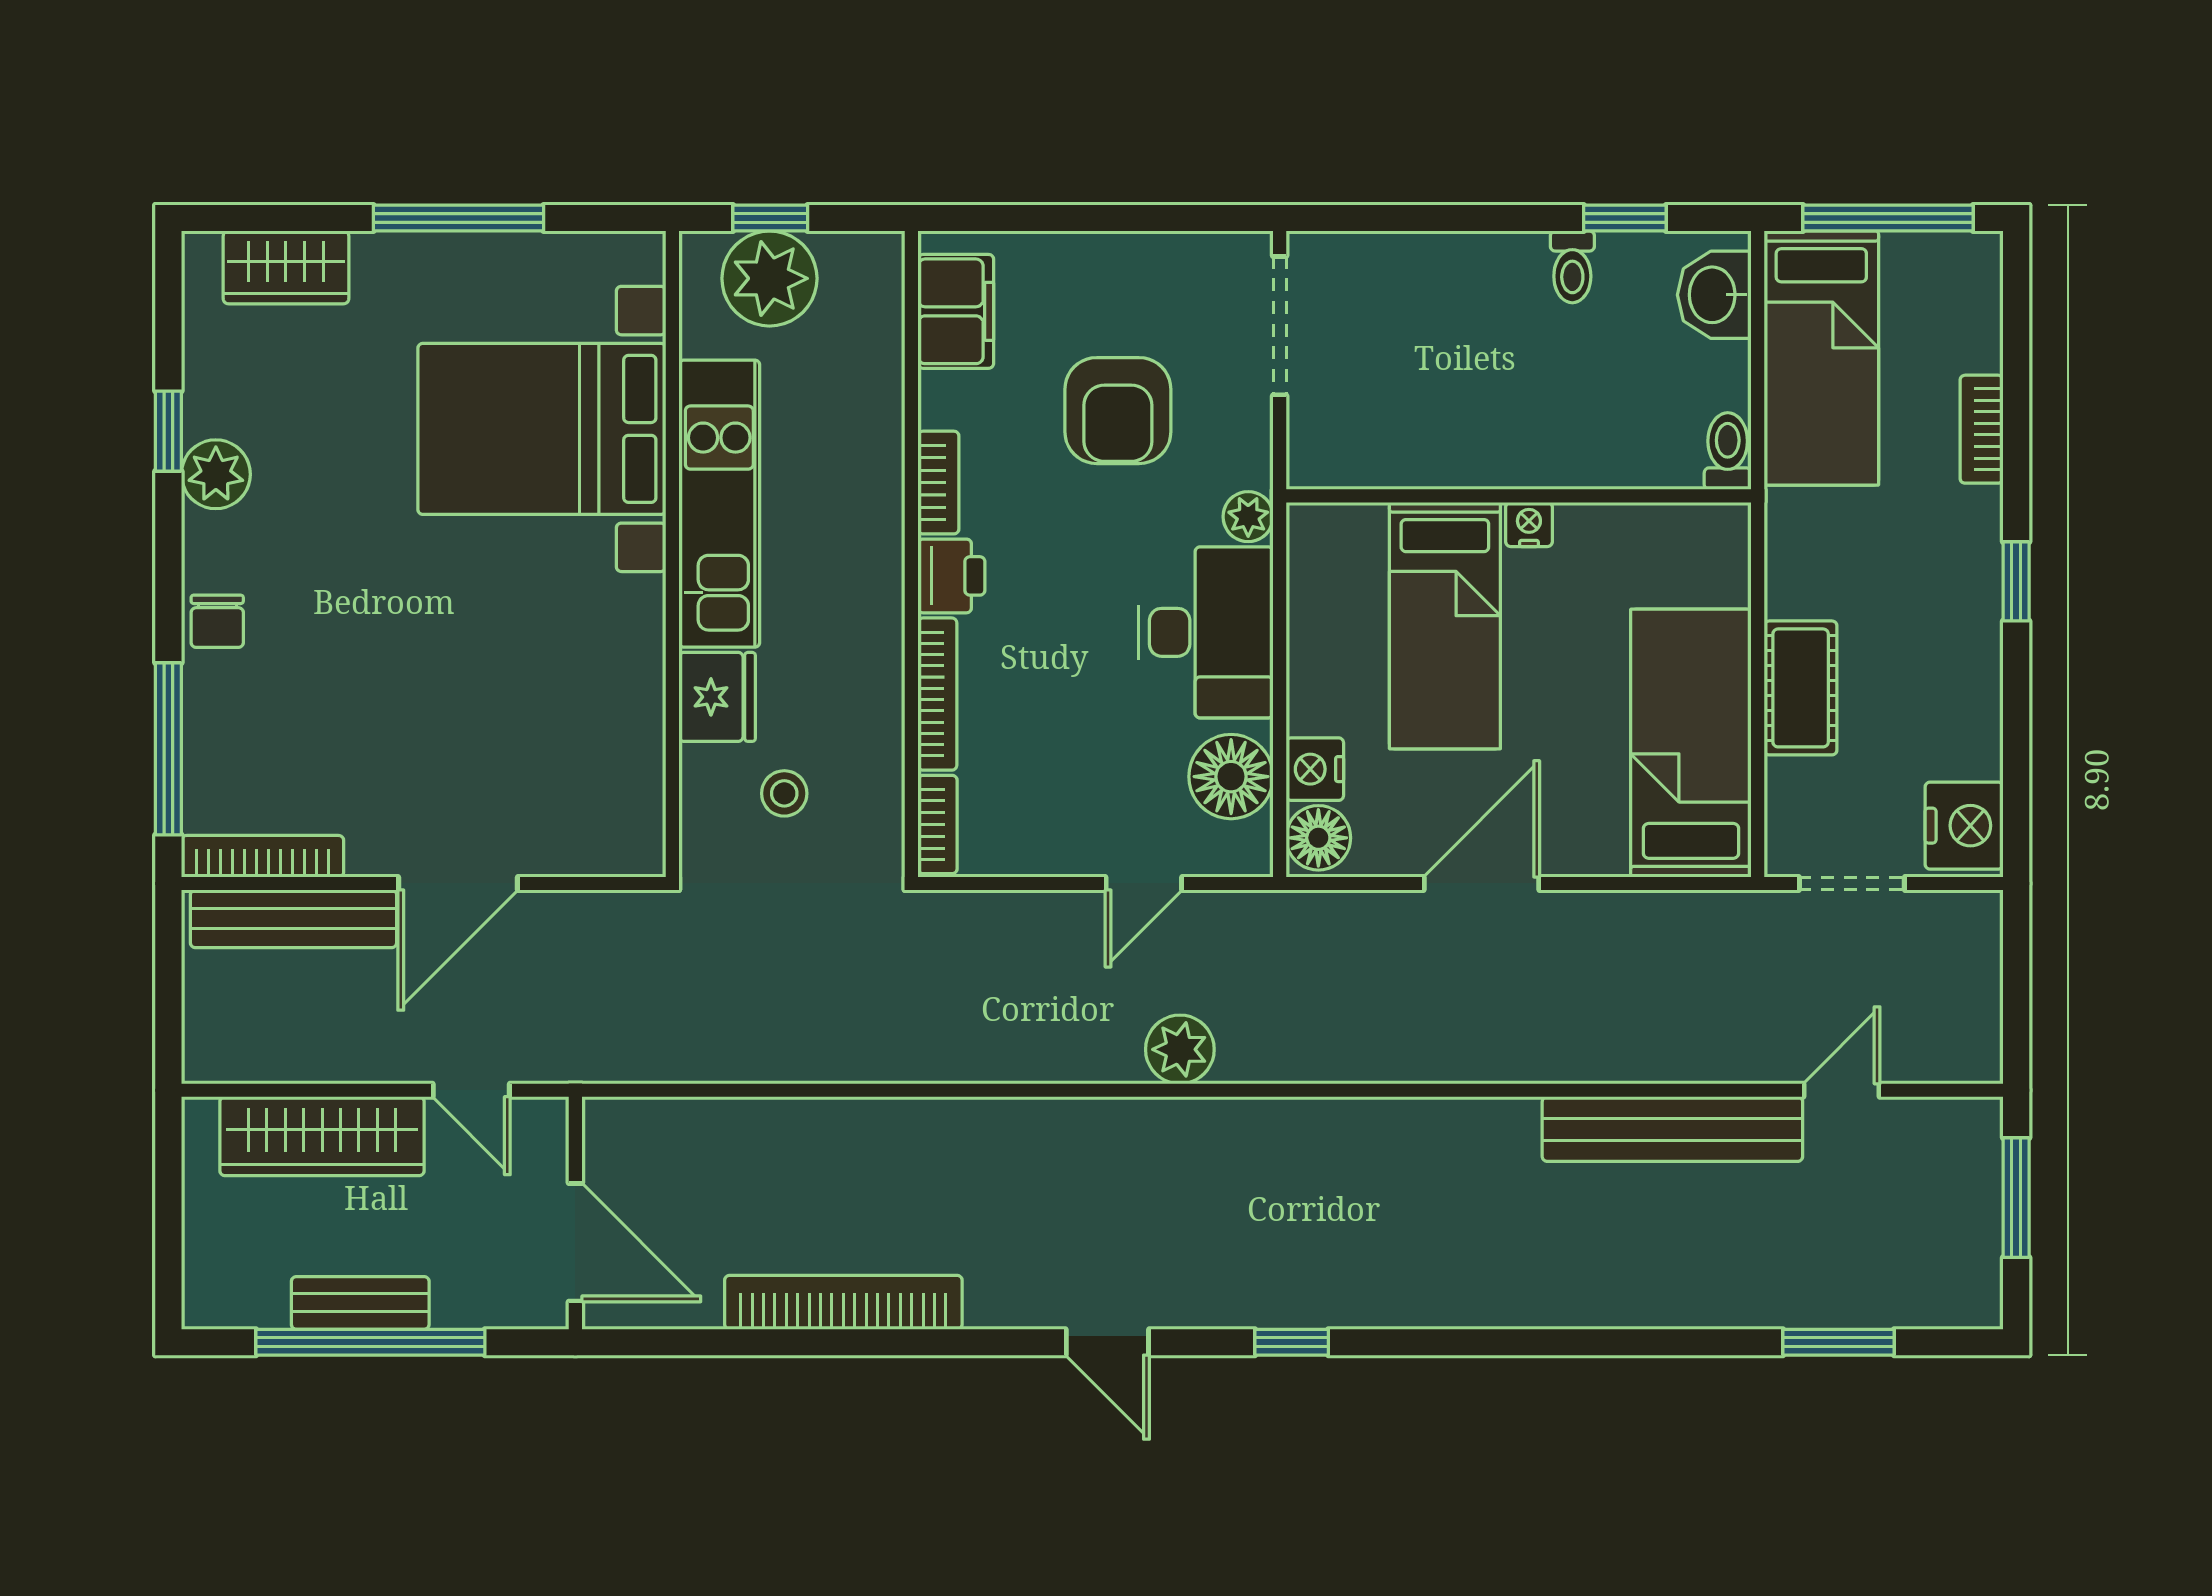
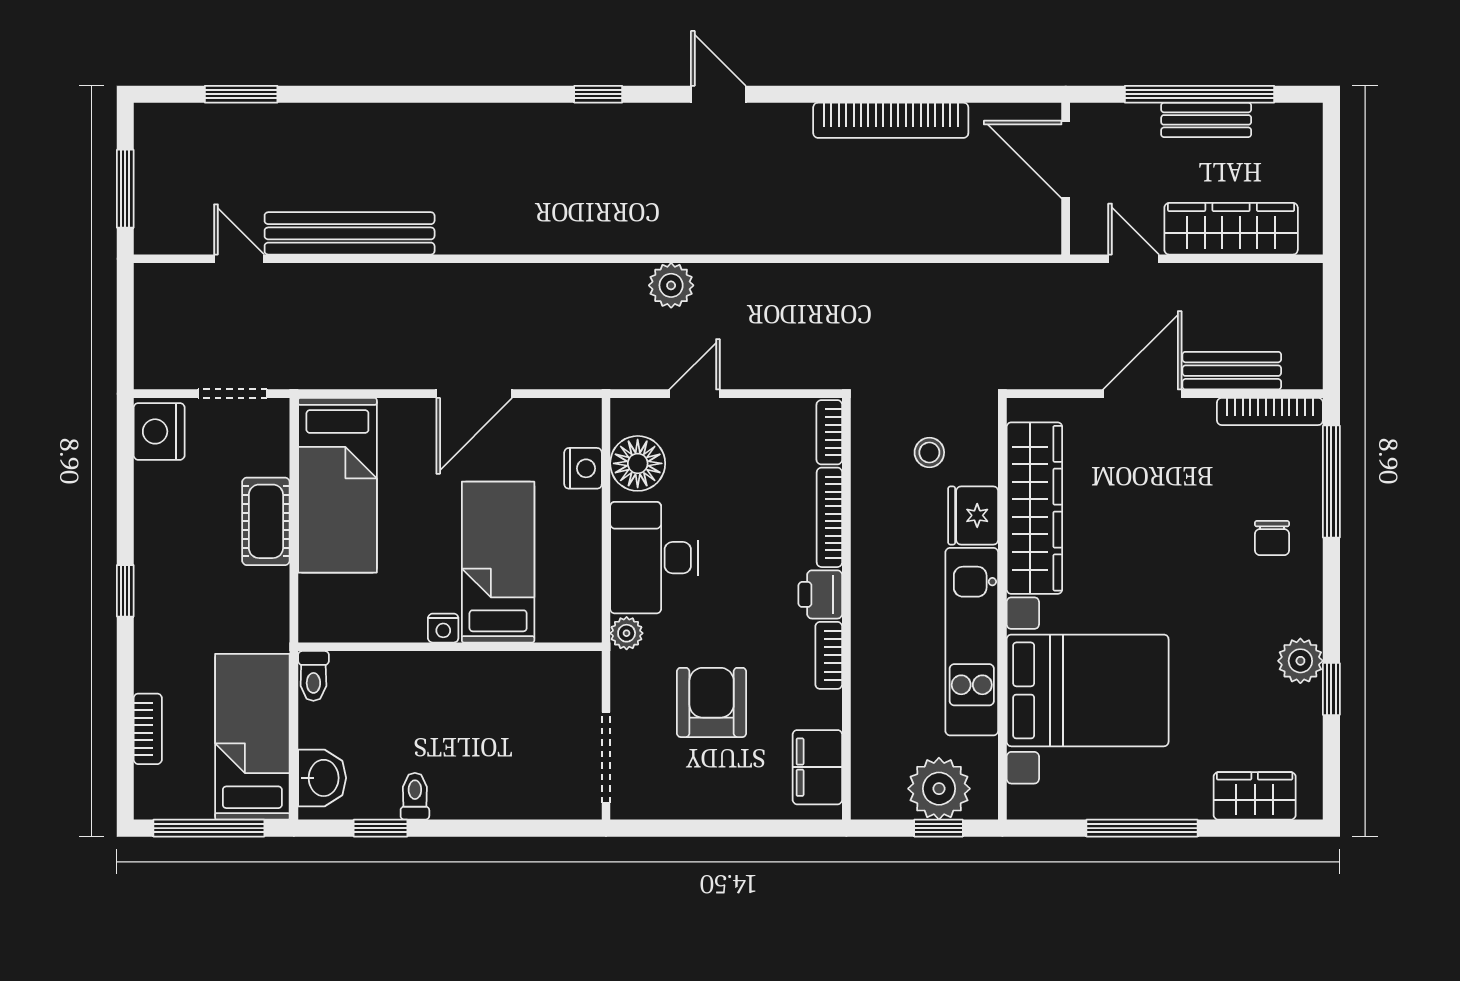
bookcase: (1982, 429) -> (148, 729), moved
chair: (217, 621) -> (1272, 538), moved, turned 180
wardrobe: (623, 708) -> (1034, 508), added
floor lamp: (1318, 838) -> (581, 424), removed
bench: (293, 919) -> (1232, 371), width x0.73
door: (1841, 1090) -> (239, 259), swing flipped

